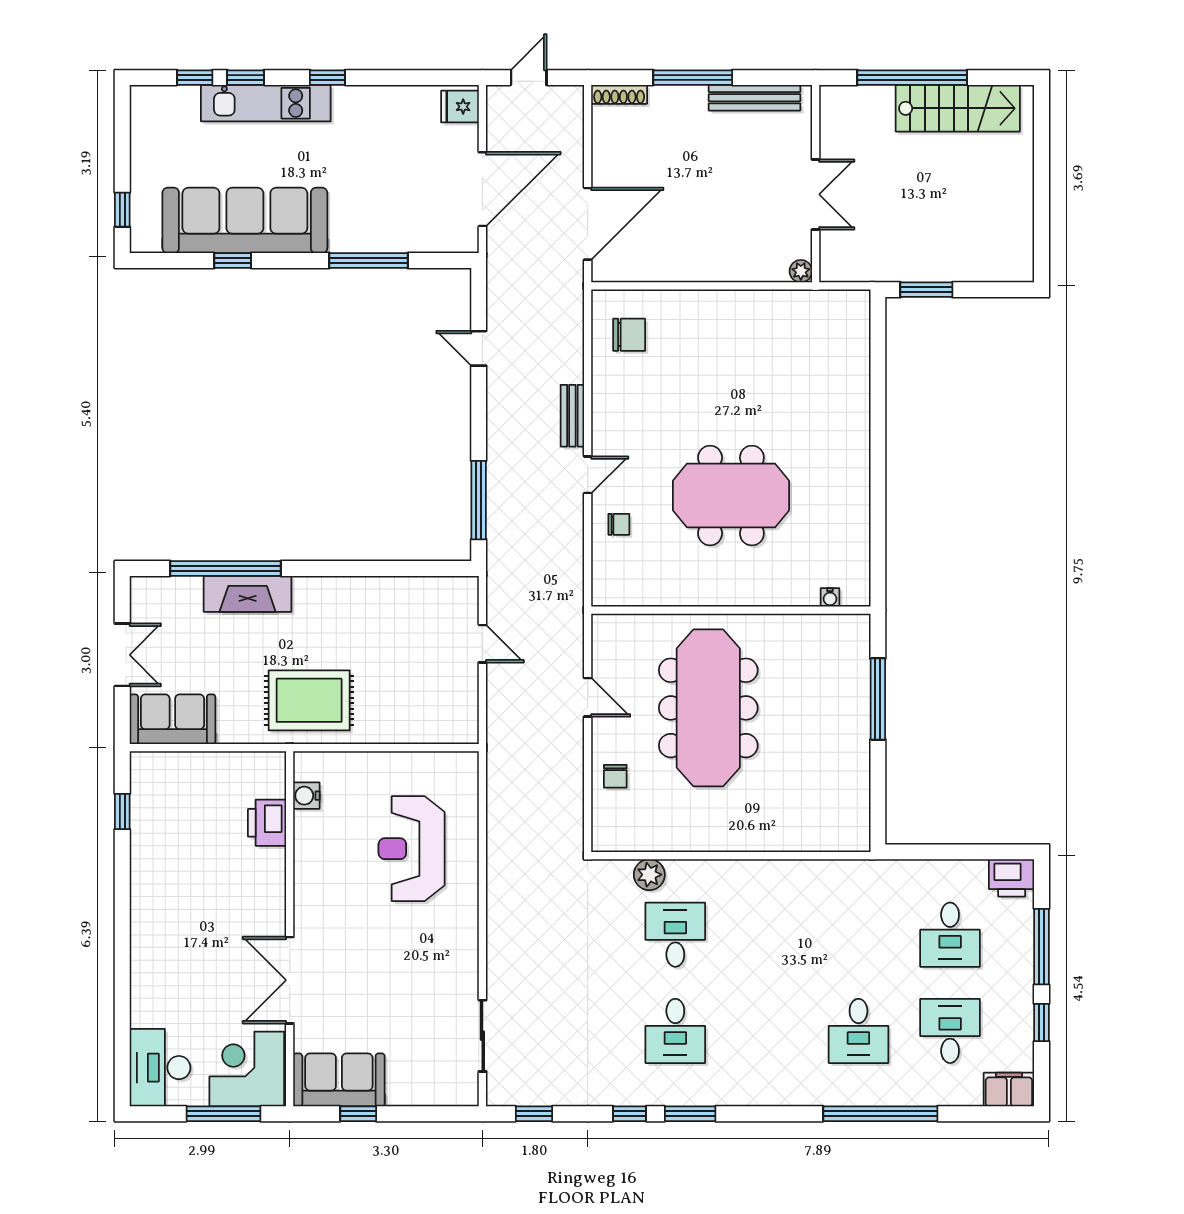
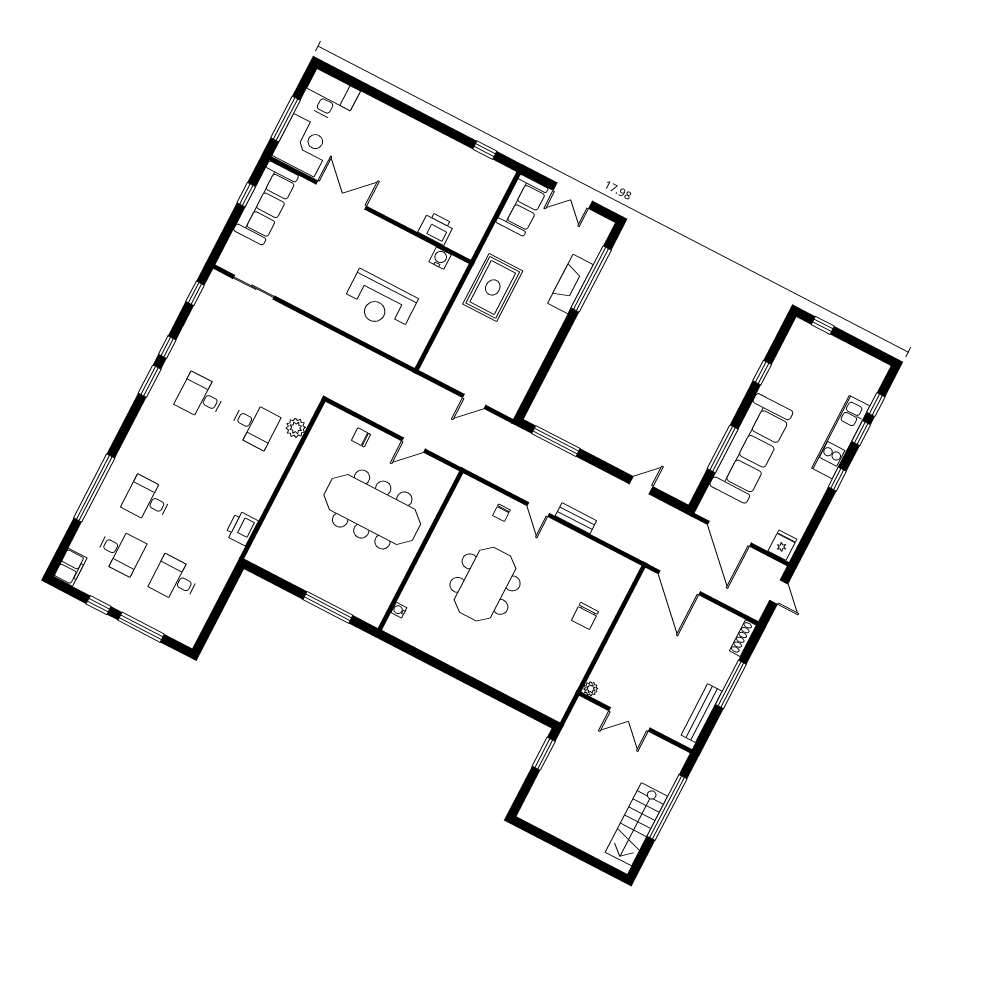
sofa: (245, 220) -> (751, 448), moved
chair: (629, 335) -> (585, 616), moved
reception desk: (411, 849) -> (380, 302), turned 180
printer: (1012, 878) -> (242, 528), moved
sofa: (339, 1080) -> (266, 203), width x1.36

